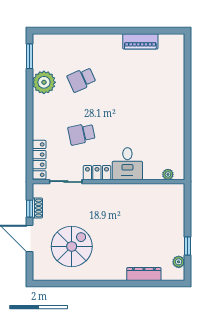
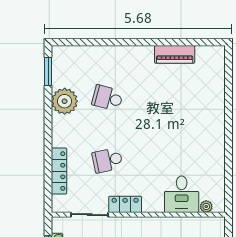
school desk: (82, 79) -> (107, 98), turned 39
locker: (39, 160) -> (59, 171), moved
desk: (127, 164) -> (182, 194), moved

